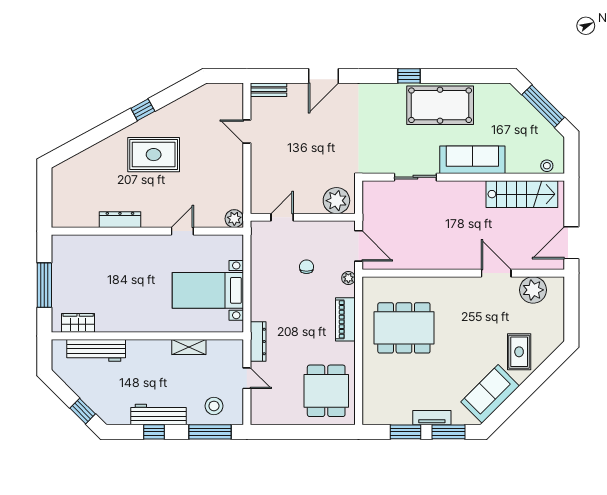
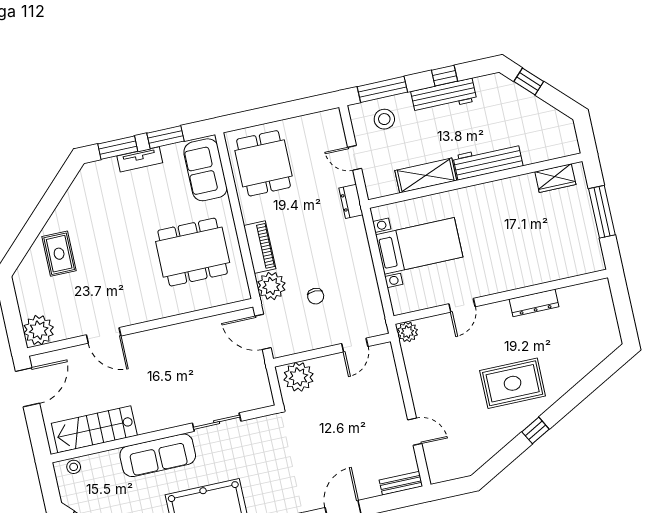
plant: (348, 278) -> (271, 286), width x1.88, depth x1.88
plant: (533, 290) -> (39, 330), moved
dresser: (258, 341) -> (351, 201), width x0.70
shelving: (189, 347) -> (426, 176), width x1.50, depth x1.33
workbench: (96, 350) -> (488, 161), moved
sofa: (490, 394) -> (205, 170), moved, turned 135

